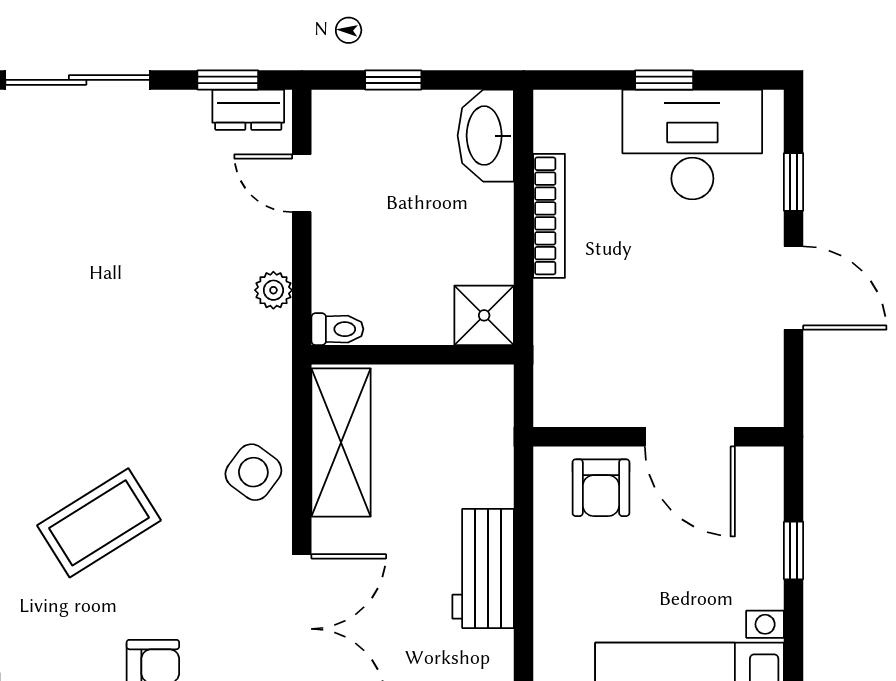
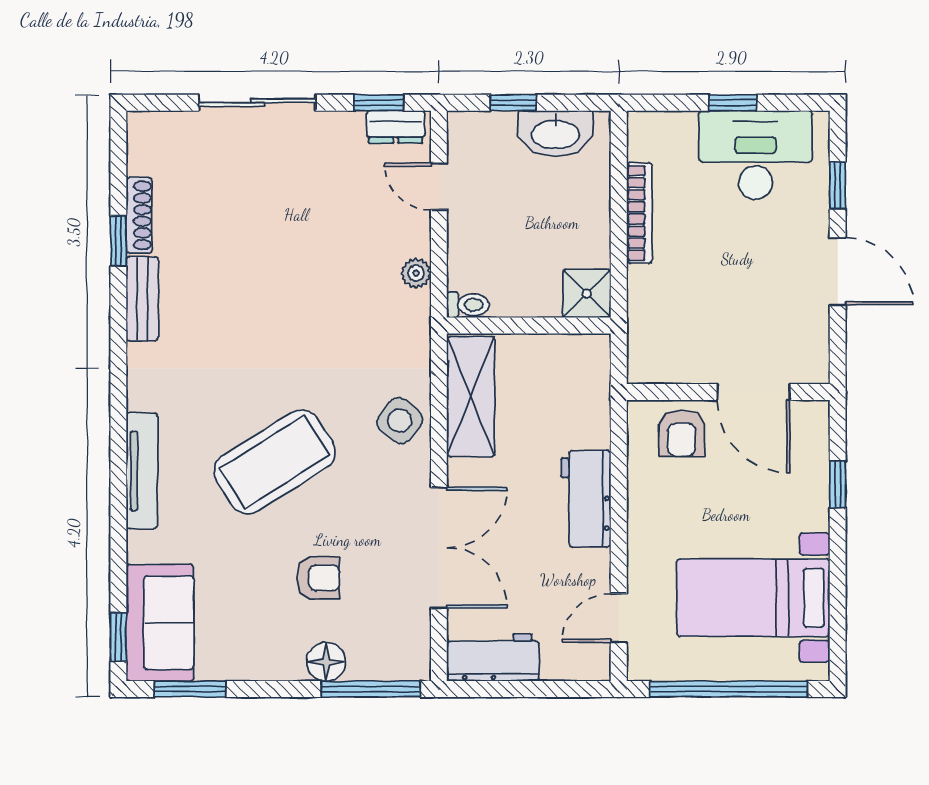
washbasin: (486, 136) -> (555, 133), moved, turned -90
coffee table: (99, 523) -> (275, 462), width x1.36, depth x1.32

